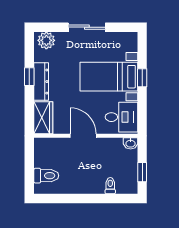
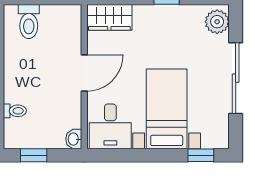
sliding door: (87, 27) -> (236, 78), width x1.37
window: (142, 78) -> (201, 155), moved
dresser: (41, 82) -> (160, 15), removed

